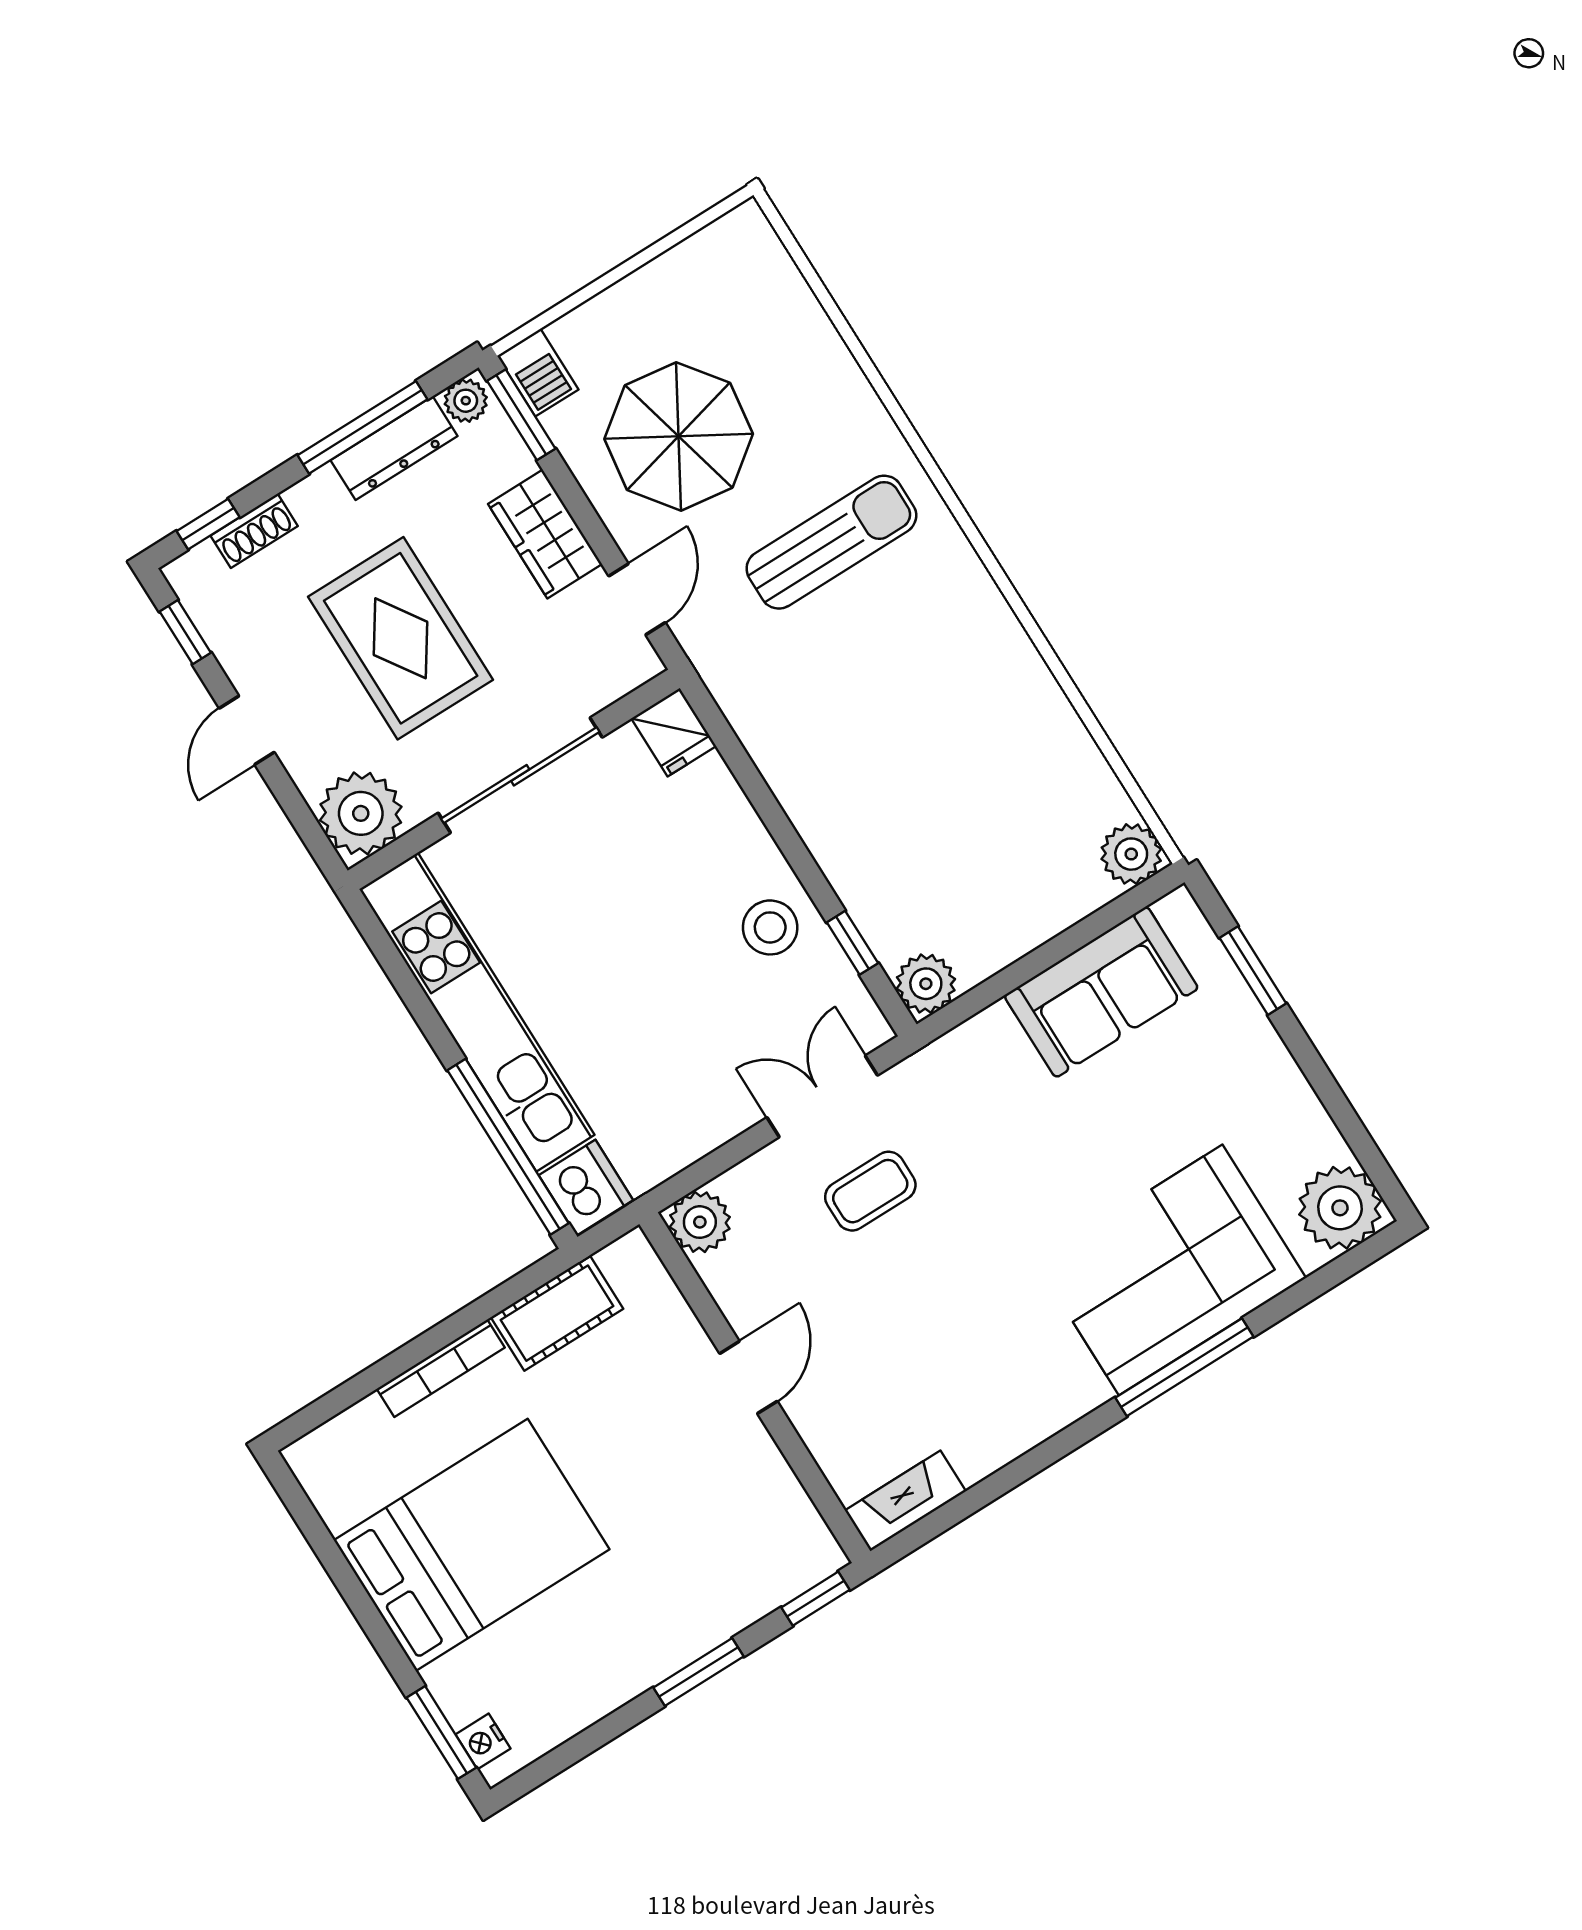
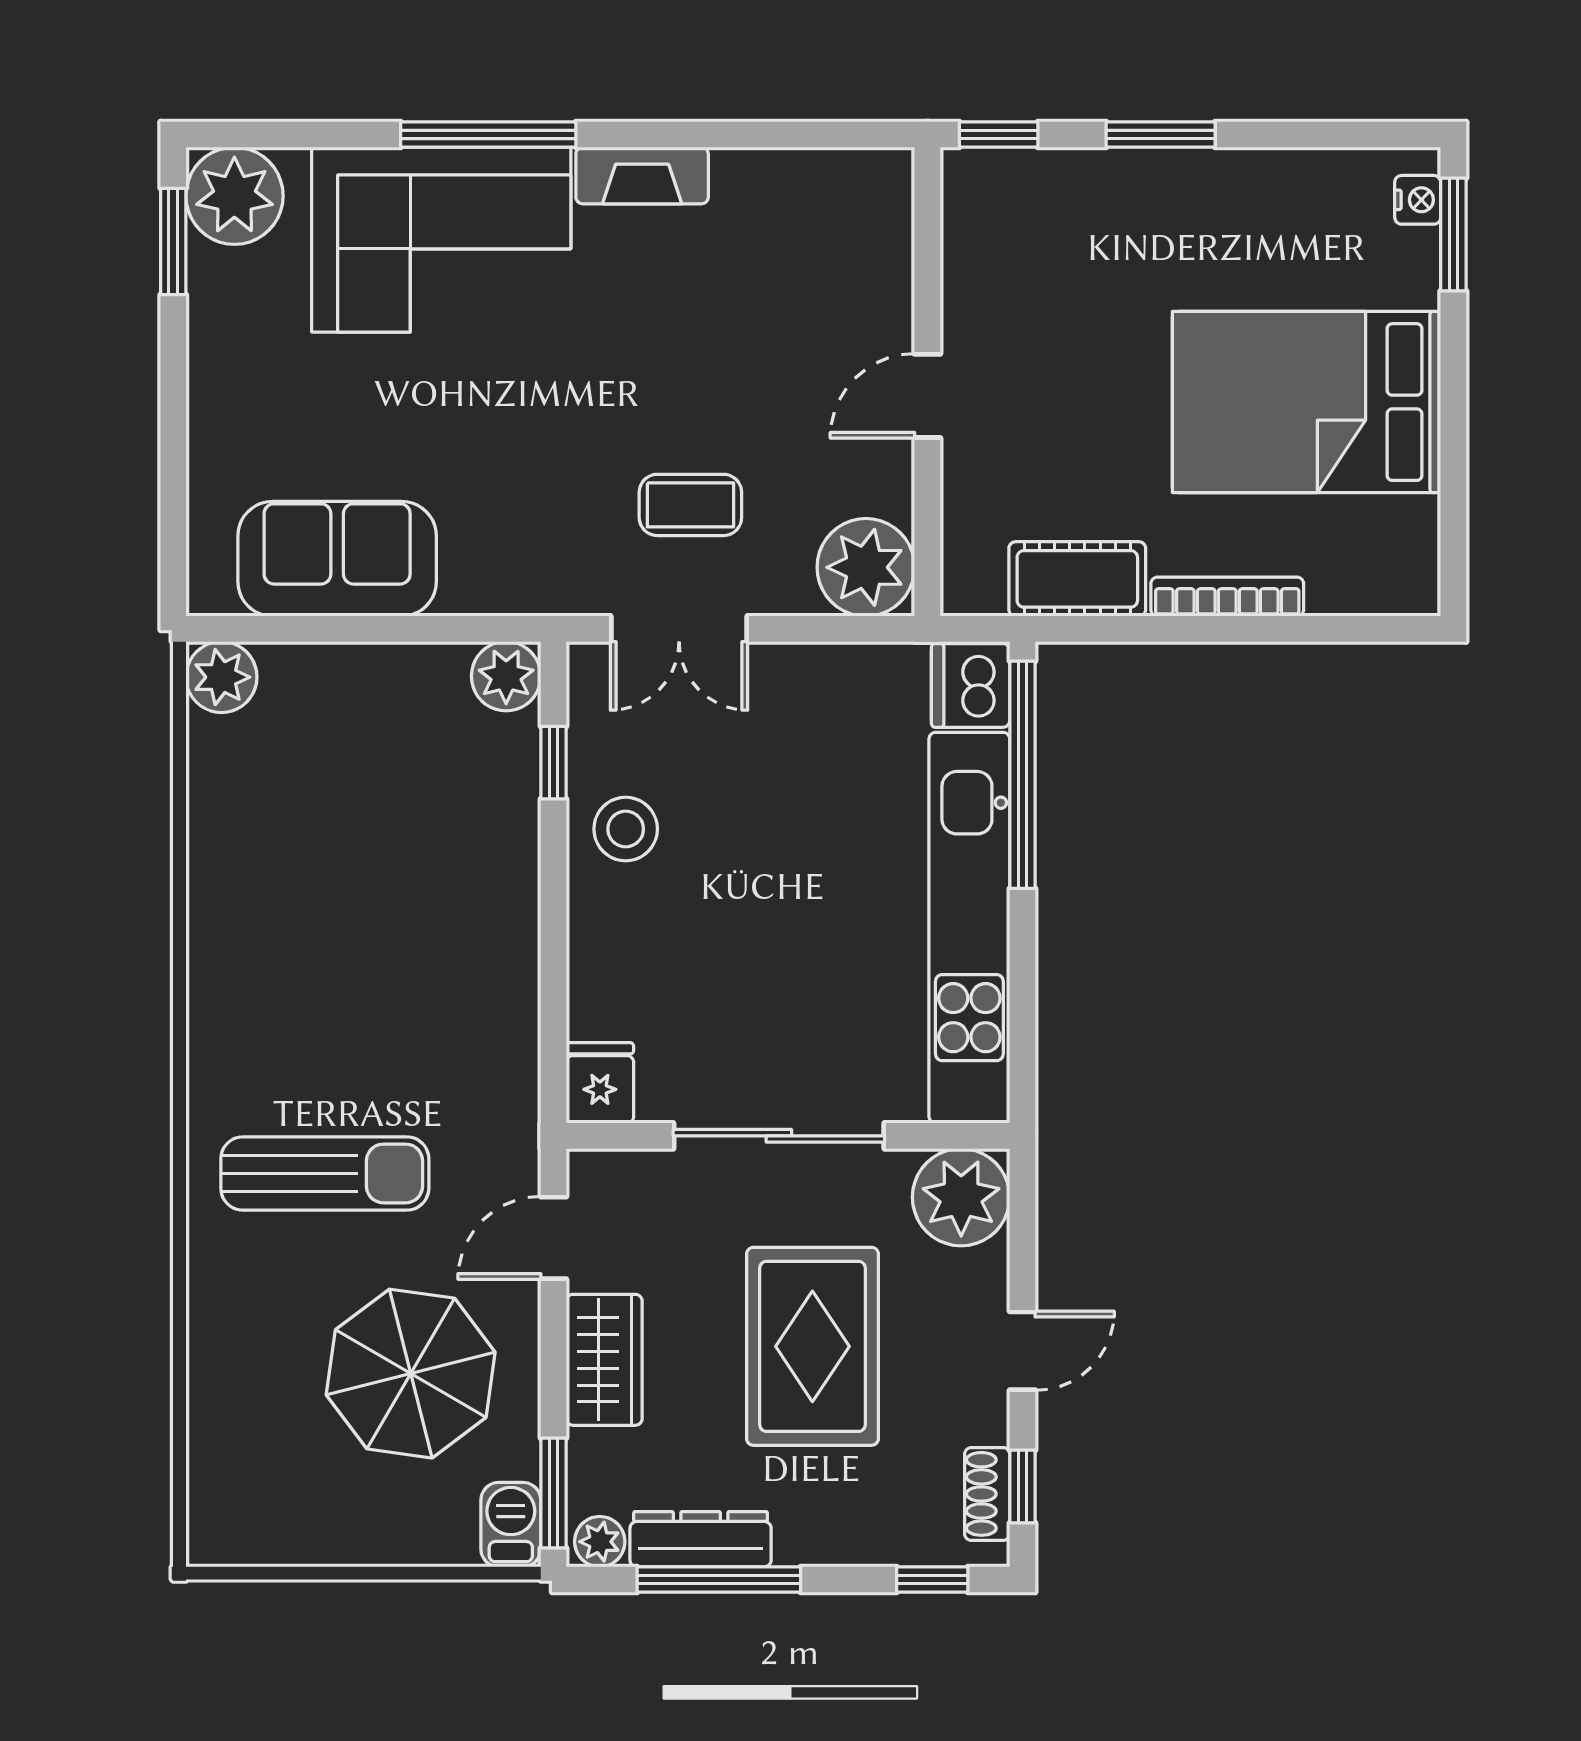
shoe rack: (254, 531) -> (987, 1494), moved, turned -90
sun lounger: (831, 542) -> (325, 1173), turned 180
window: (1253, 971) -> (173, 241), moved
plant: (700, 1222) -> (866, 567), width x1.36, depth x1.36
fireplace: (905, 1501) -> (642, 175), moved

